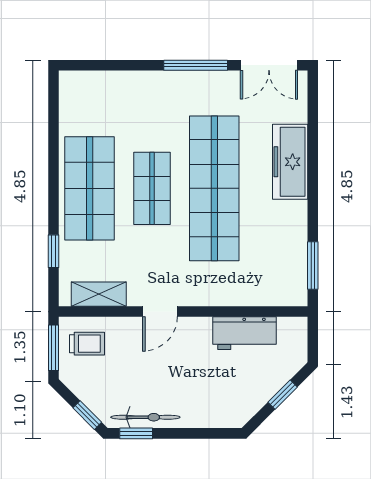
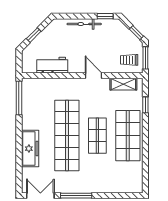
window: (313, 265) -> (19, 98), width x1.44
door: (160, 312) -> (93, 76), hinge flipped
window: (87, 415) -> (136, 33), moved
bicycle: (145, 417) -> (84, 24), moved

